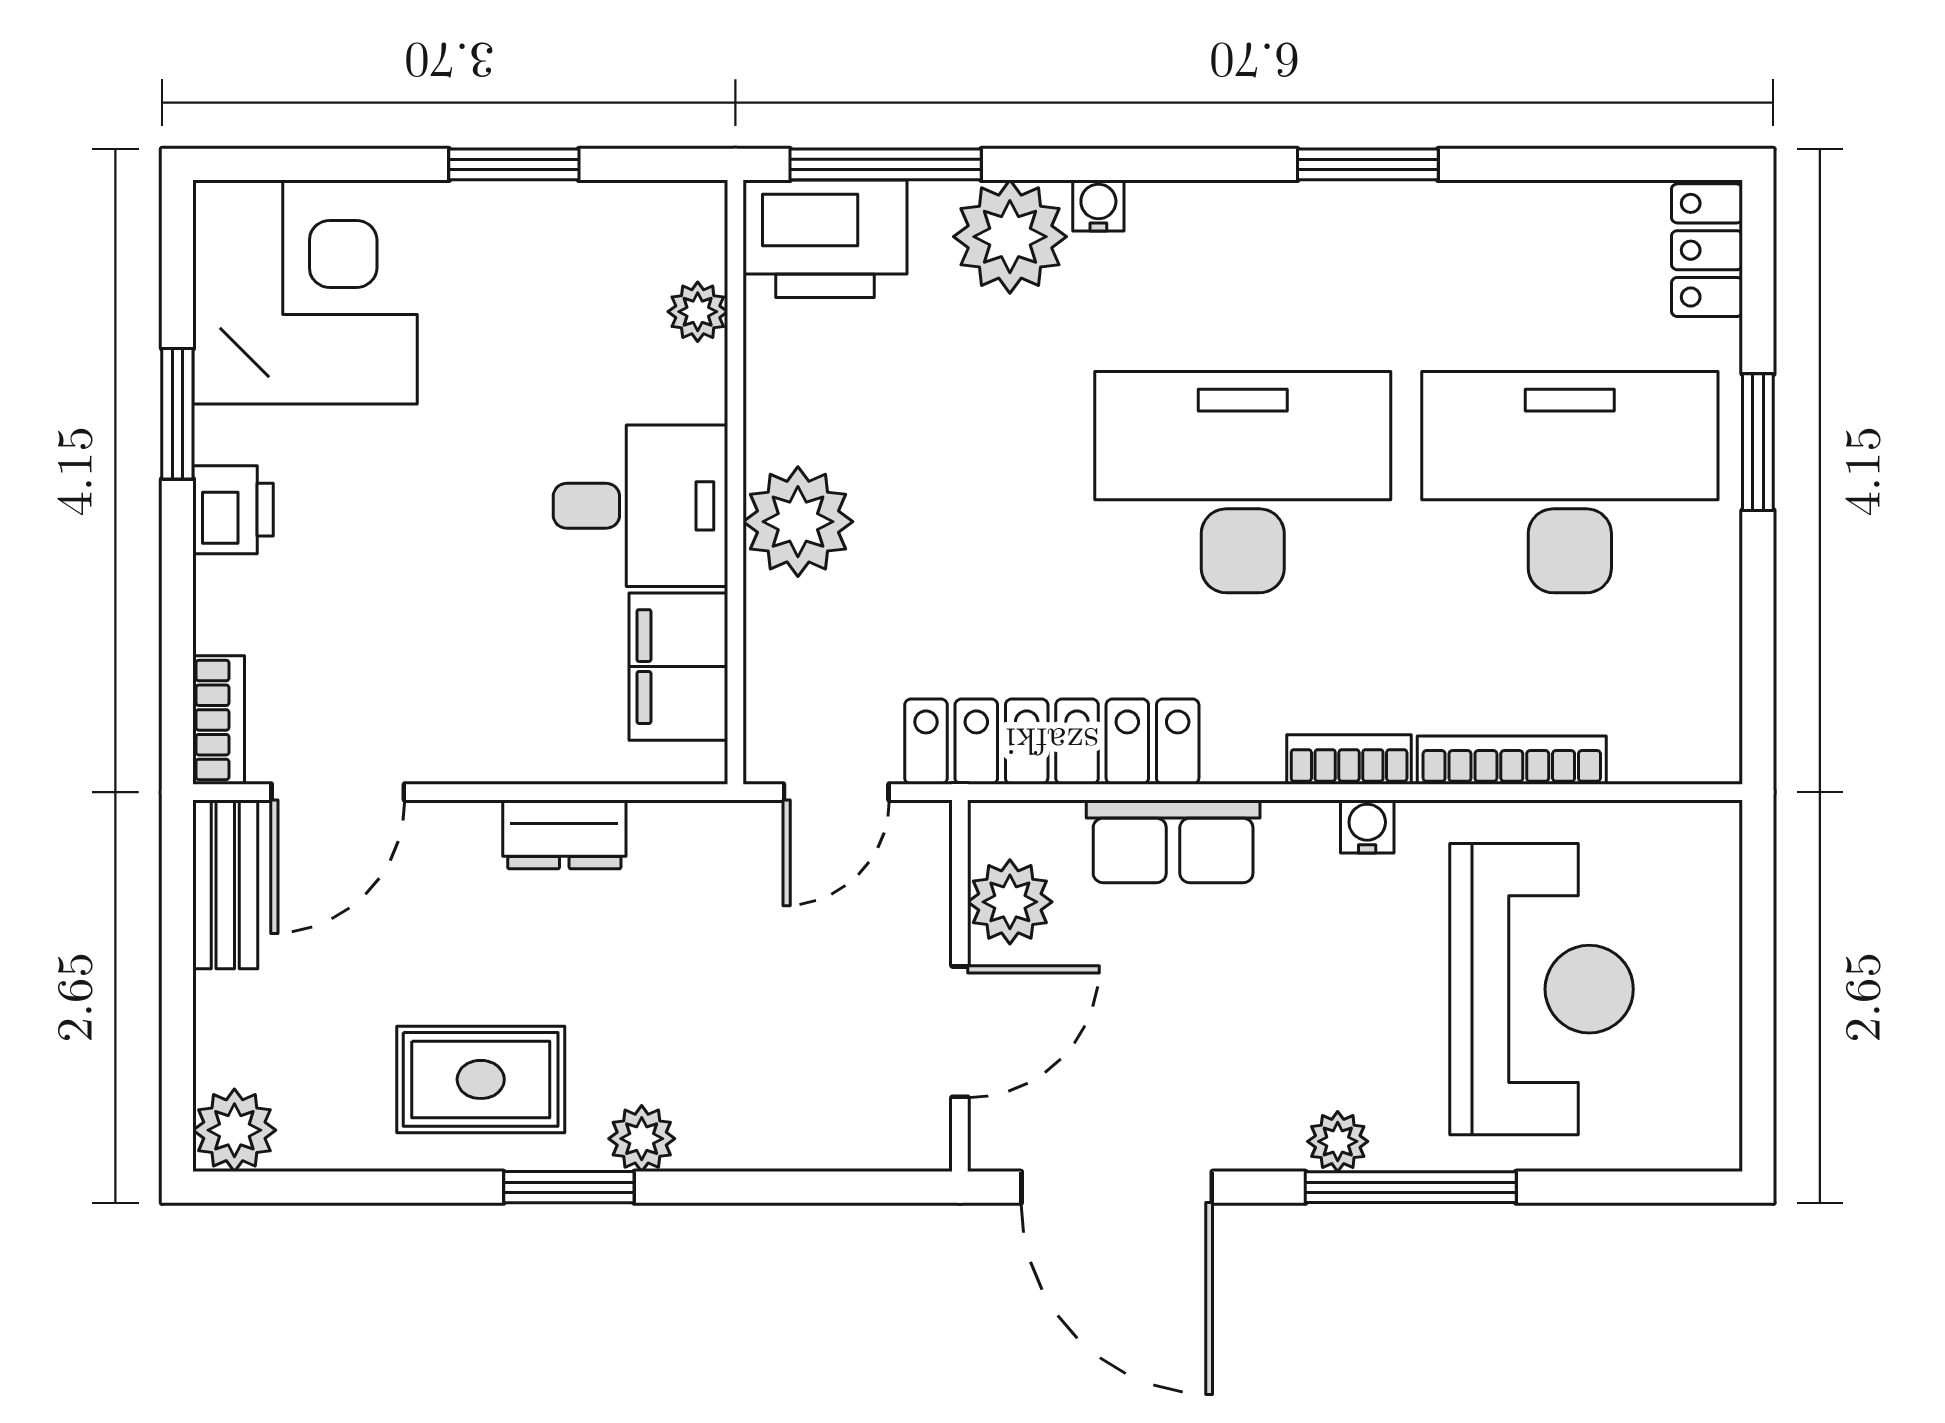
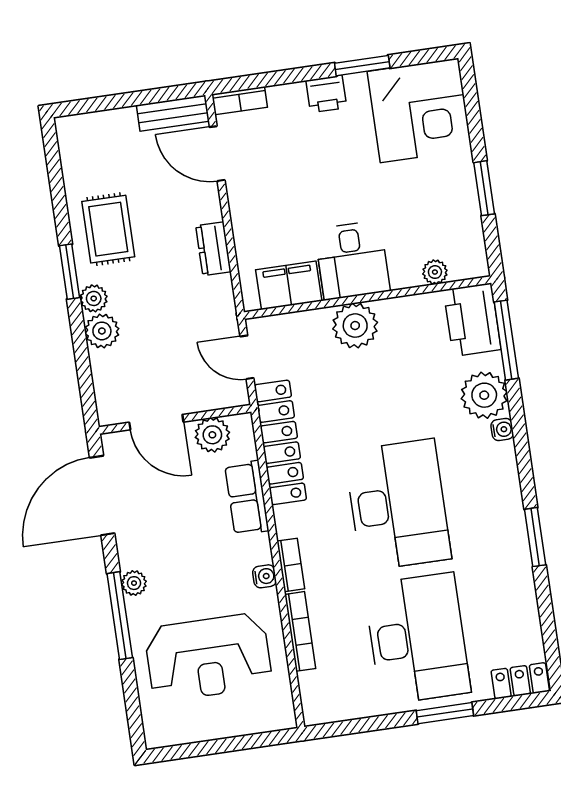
plant: (234, 1130) -> (102, 331), moved

